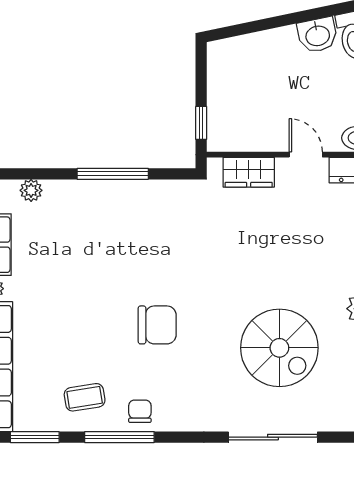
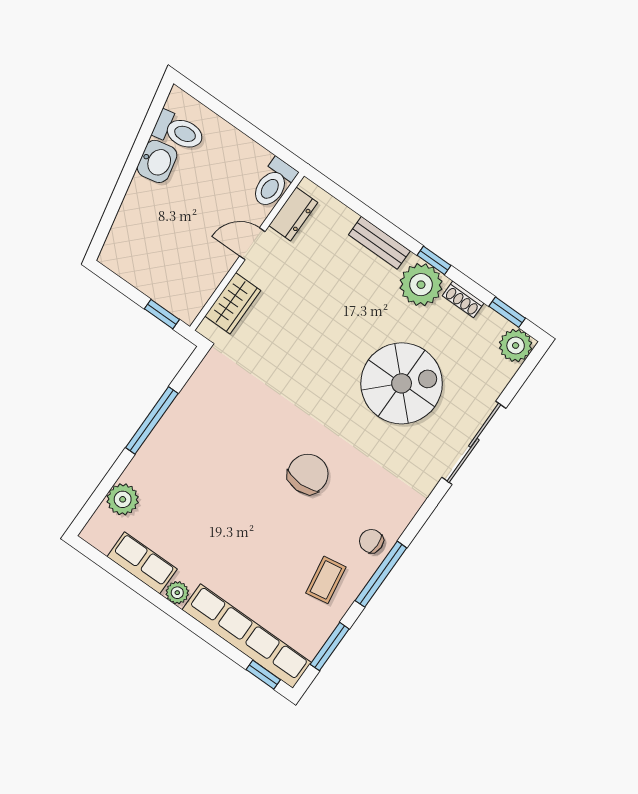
plant: (31, 190) -> (123, 499), width x1.38, depth x1.38

